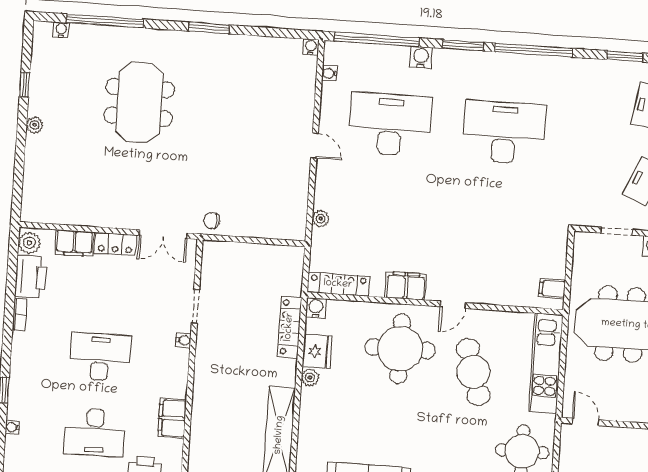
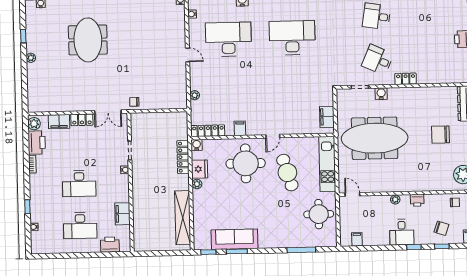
filing cabinet: (406, 286) -> (240, 128), width x0.50
filing cabinet: (552, 289) -> (327, 117), width x2.00
desk: (100, 357) -> (79, 183), turned 180

